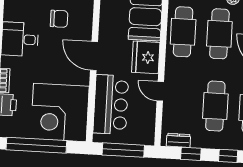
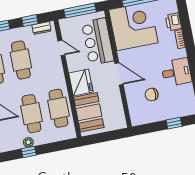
door: (160, 91) -> (61, 48), moved

